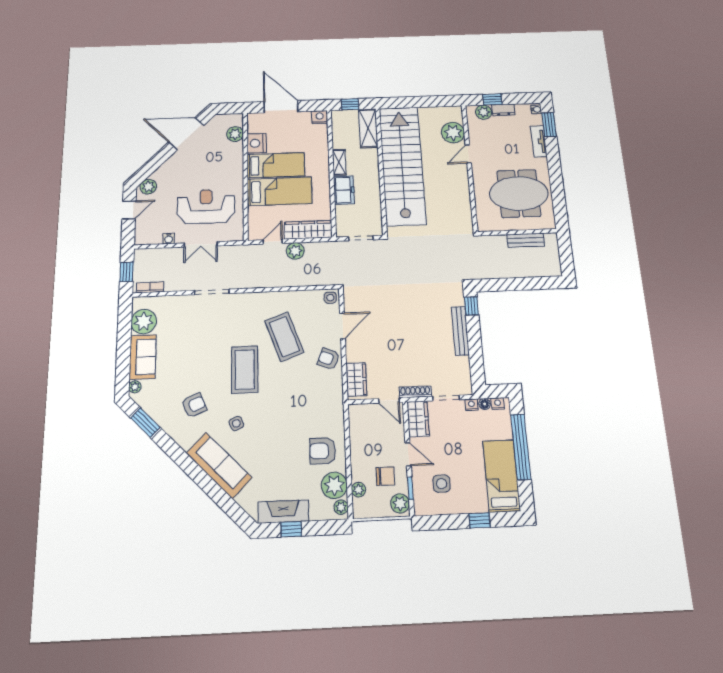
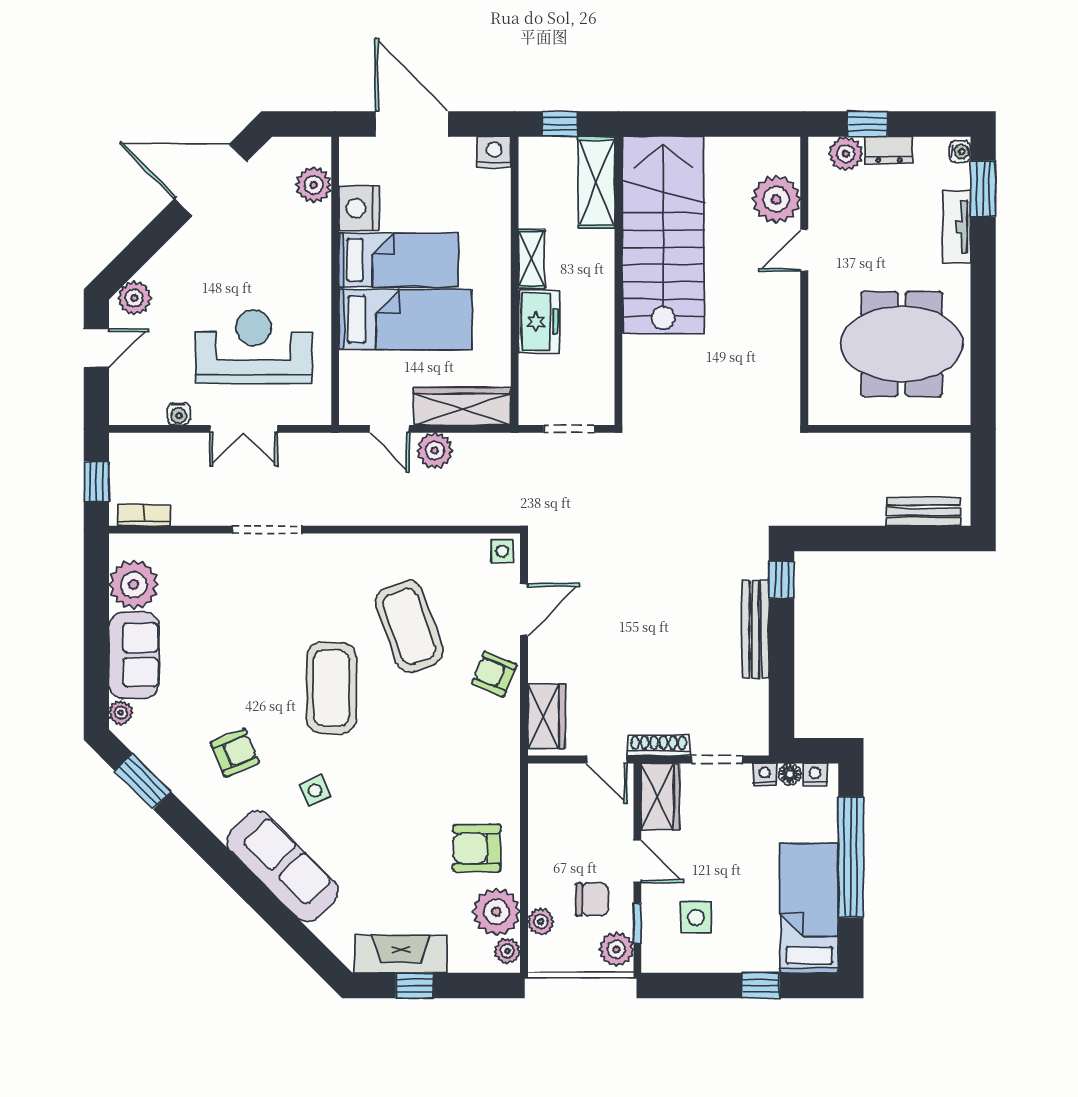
stairs: (402, 165) -> (663, 235), width x0.73
bench: (526, 240) -> (923, 512), moved
door: (273, 242) -> (389, 429), swing flipped

